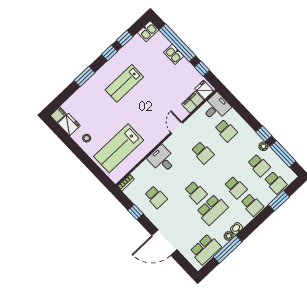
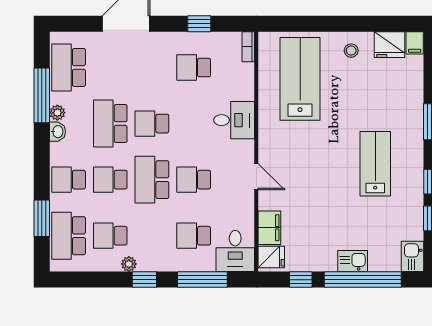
window: (283, 154) -> (202, 280), moved
school desk: (219, 170) -> (152, 180), added
school desk: (275, 183) -> (69, 236), width x1.85

